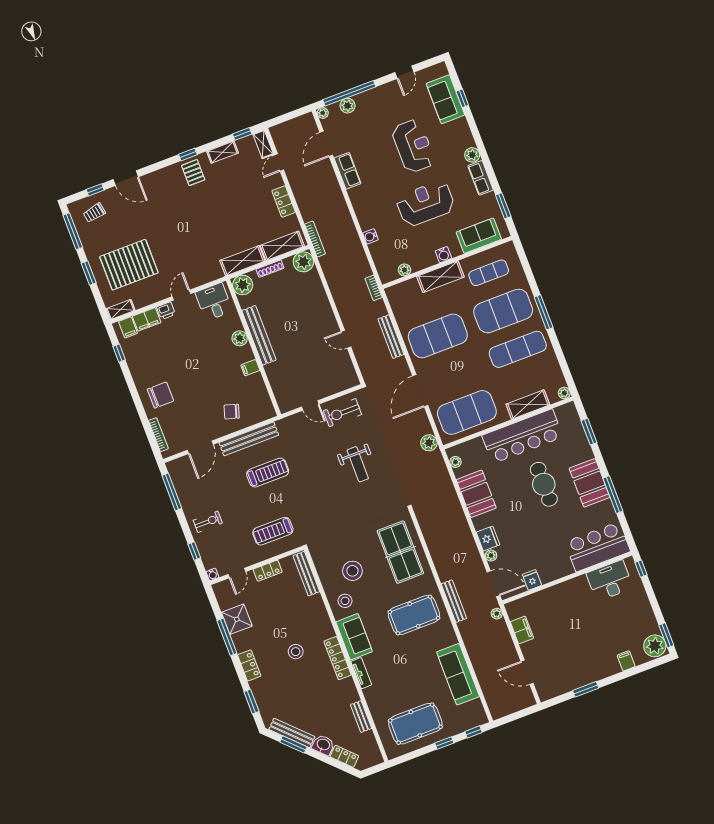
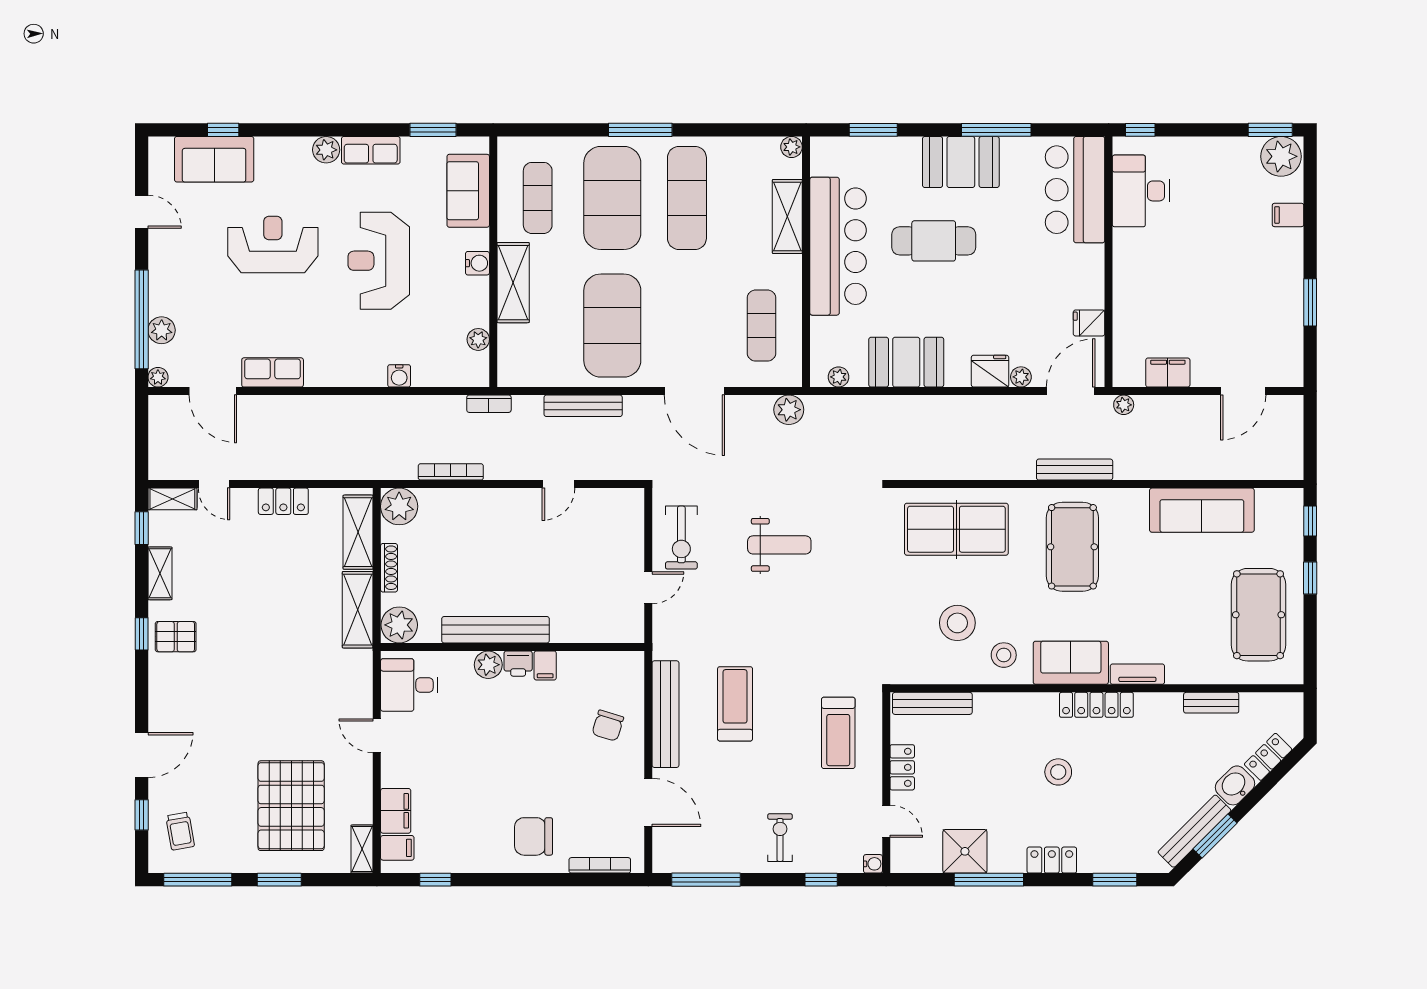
bookcase: (315, 239) -> (451, 472), moved
printer: (166, 311) -> (518, 664), moved, turned 90
chair: (160, 395) -> (534, 836), turned -90
exercise mat: (467, 412) -> (762, 326), width x0.50, depth x0.69

